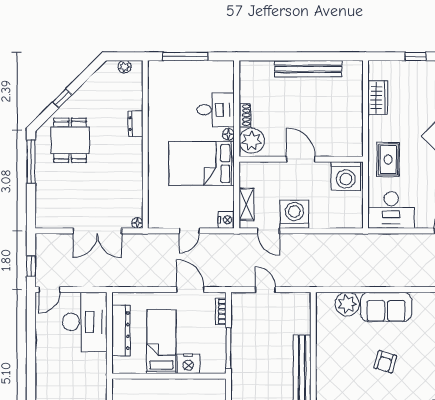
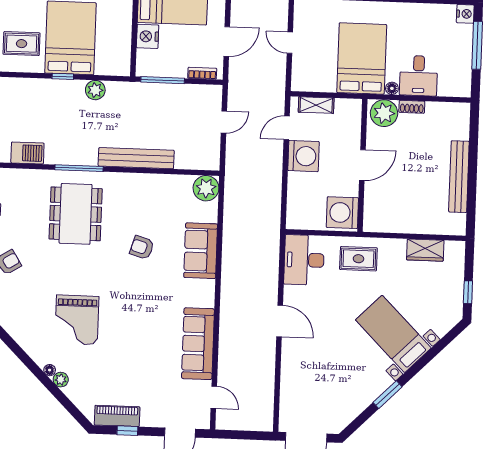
nightstand: (226, 220) -> (465, 14), moved, turned -90
plant: (347, 304) -> (206, 188), moved

